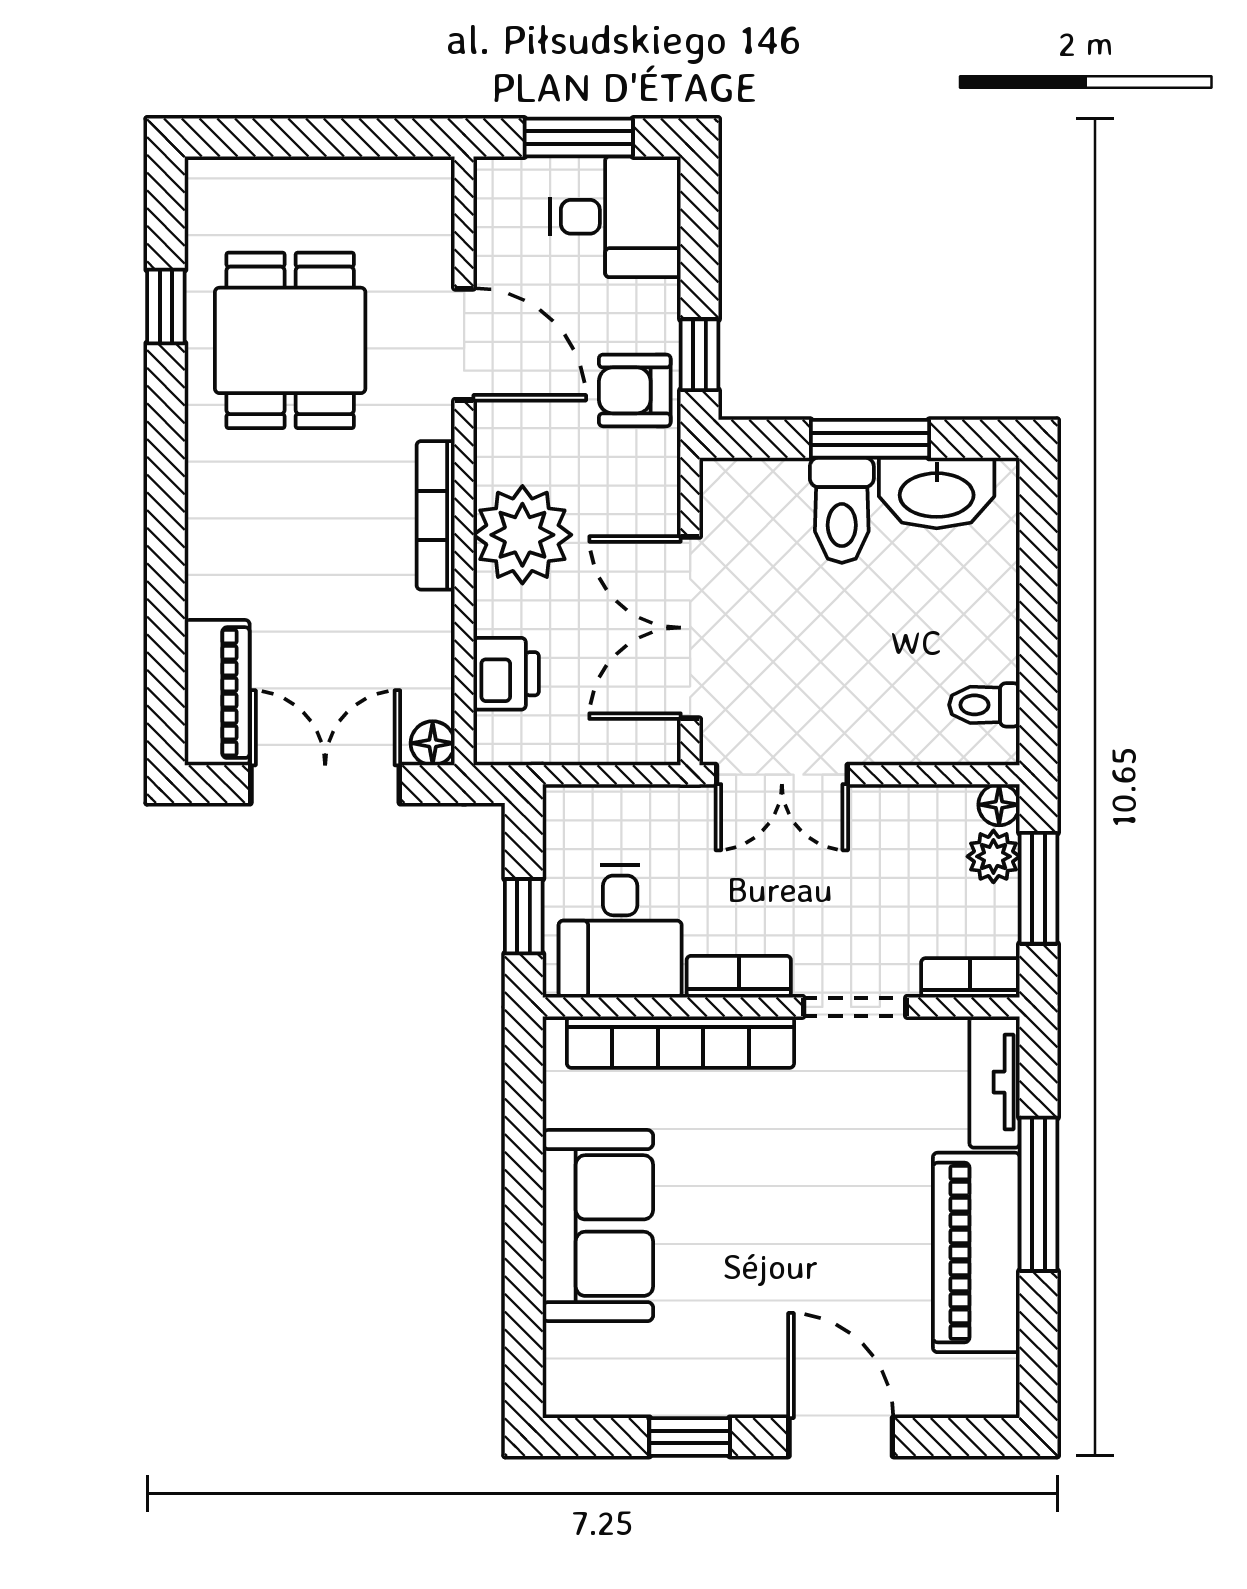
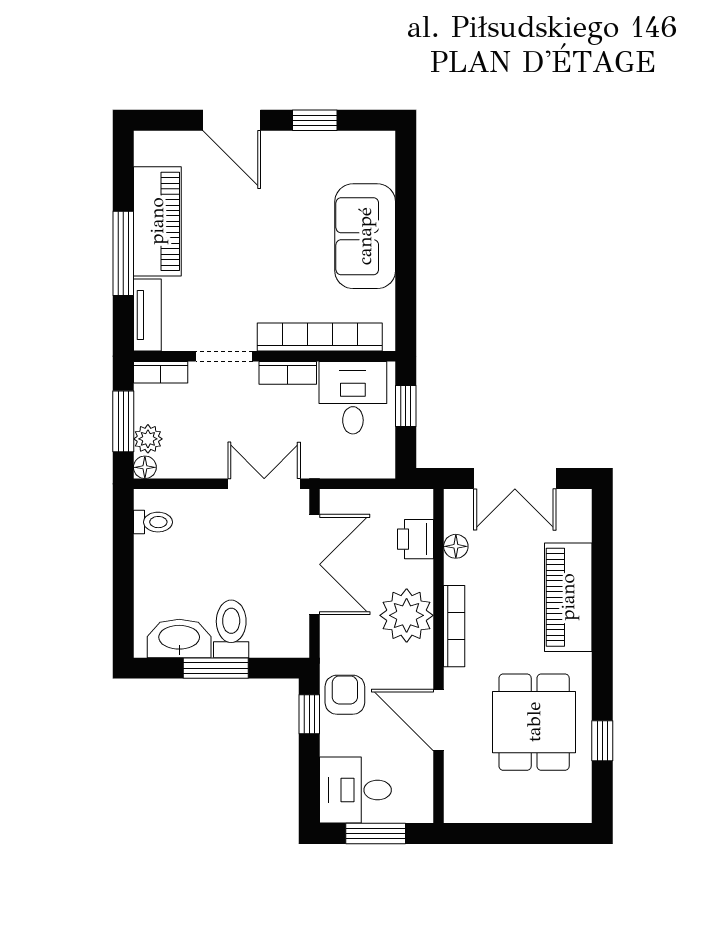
armchair: (635, 390) -> (345, 695), turned -90
piano: (217, 693) -> (568, 597), moved, width x1.37, depth x1.33
floor lamp: (433, 743) -> (456, 546), moved

